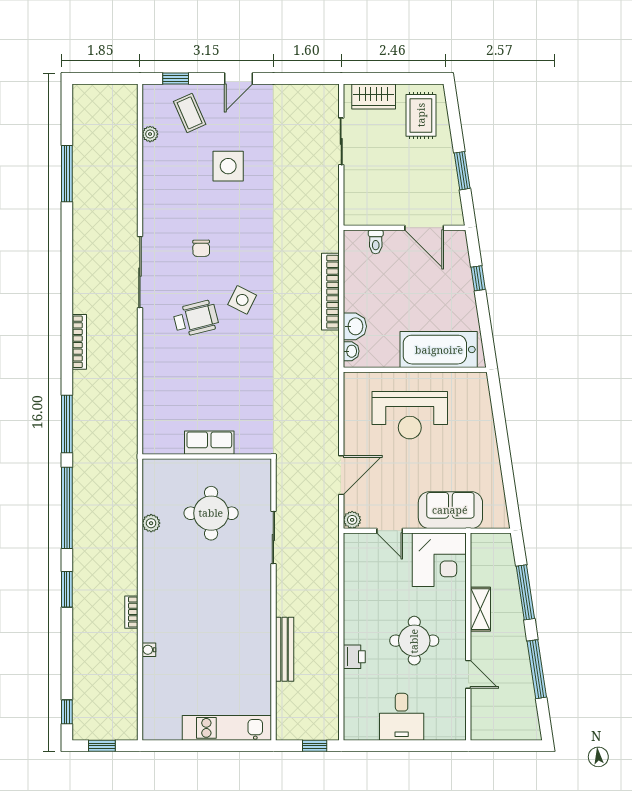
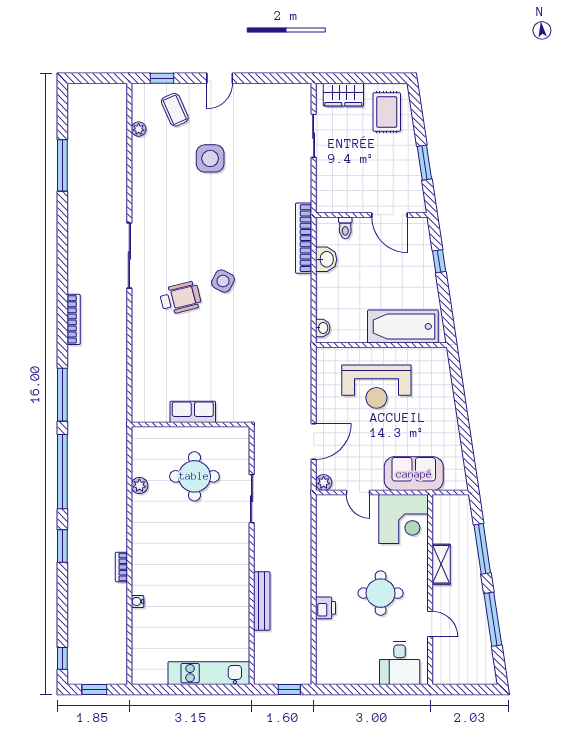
chair: (201, 248) -> (185, 234), removed
bookcase: (330, 292) -> (304, 238), moved
washbasin: (355, 326) -> (326, 259), moved
desk: (402, 717) -> (400, 663), moved

